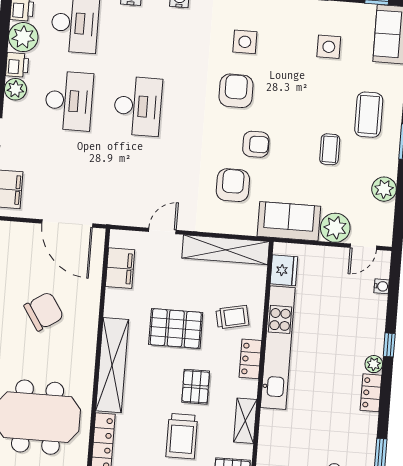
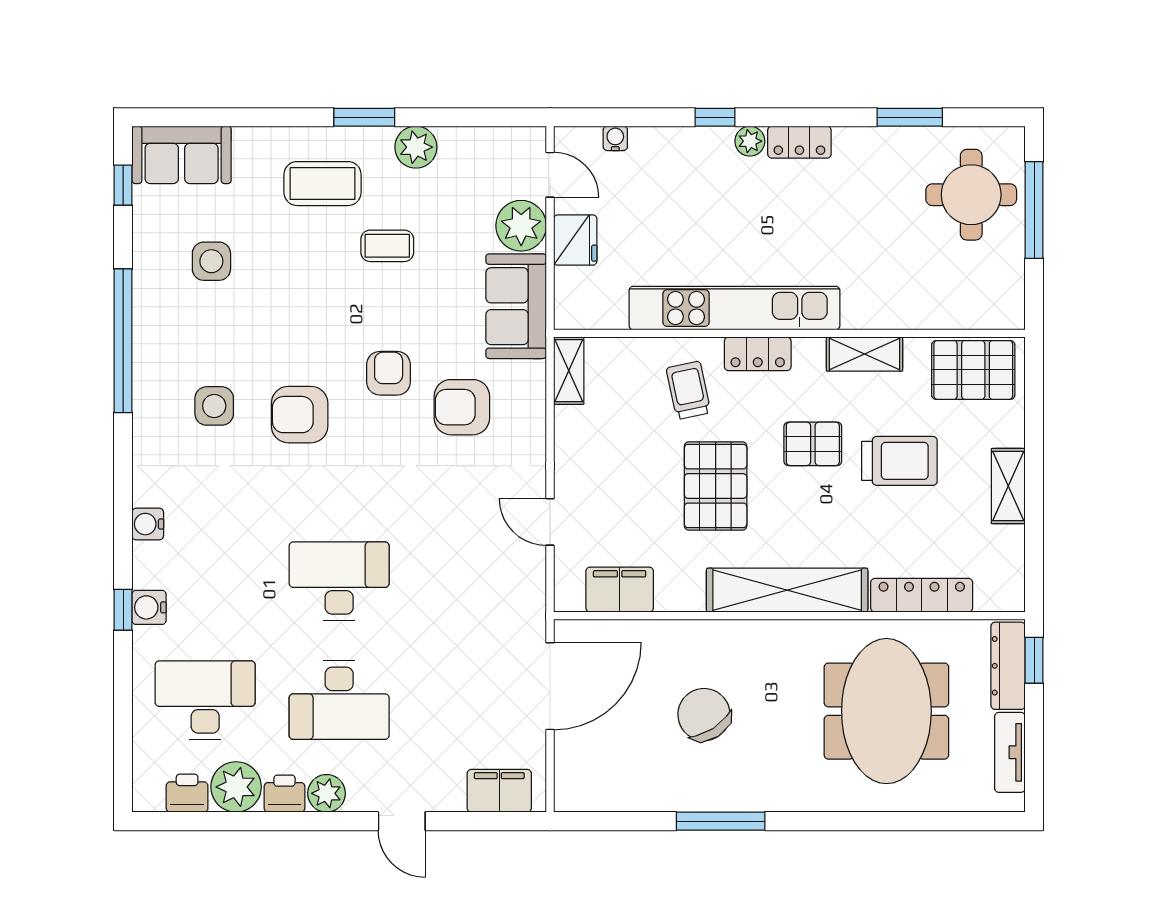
desk: (69, 101) -> (339, 700), turned 180
plant: (384, 189) -> (416, 147), moved
shelving: (226, 250) -> (569, 371), width x0.45, depth x0.75
fridge: (284, 270) -> (575, 240), moved, turned 90

